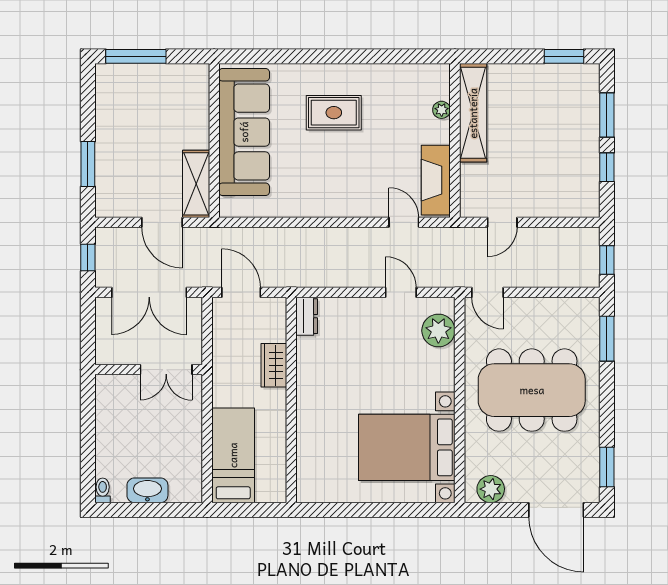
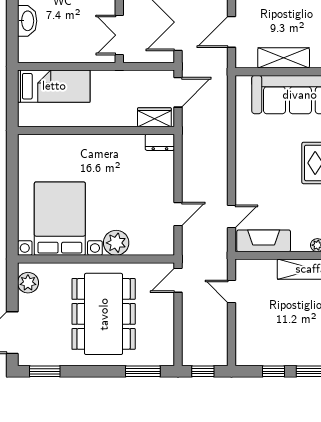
shelving: (196, 184) -> (284, 58), moved
plant: (438, 331) -> (116, 243), moved
wardrobe: (274, 365) -> (154, 117), moved

